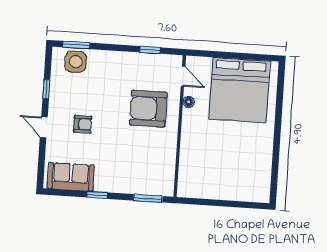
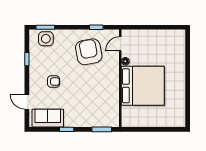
door: (183, 76) -> (120, 44), swing flipped
bed: (240, 90) -> (143, 86), moved, turned -90
armchair: (148, 109) -> (89, 52), moved, turned 79
door: (44, 127) -> (27, 102), moved

